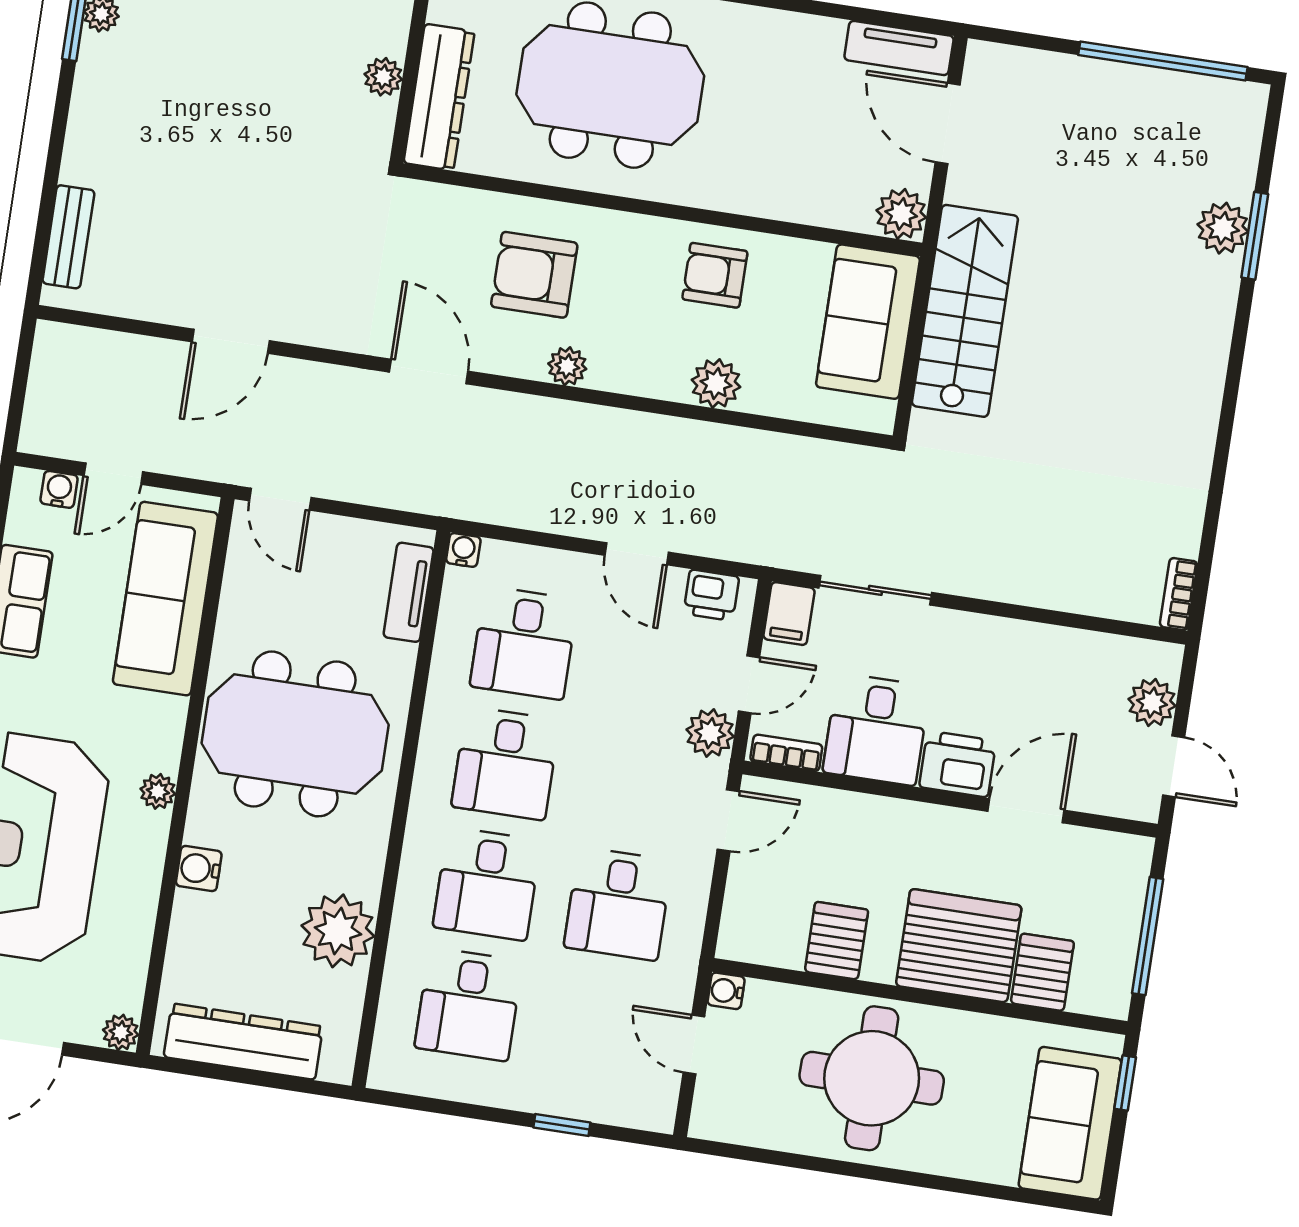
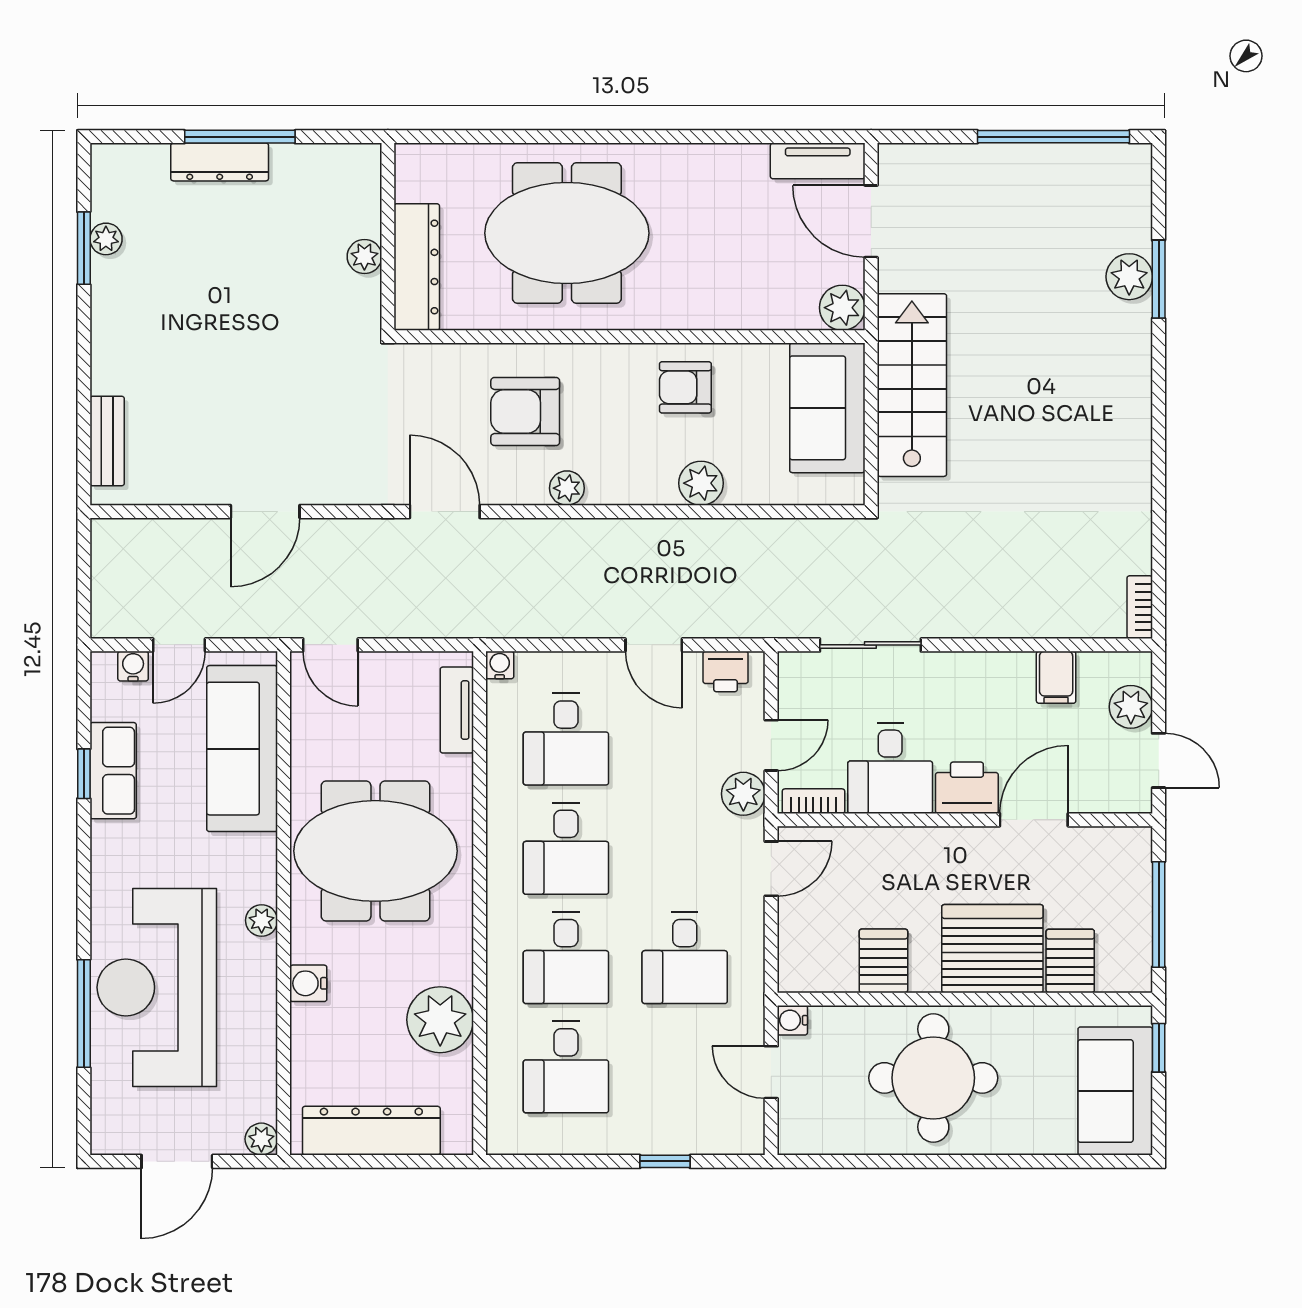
filing cabinet: (789, 614) -> (1056, 677), moved

